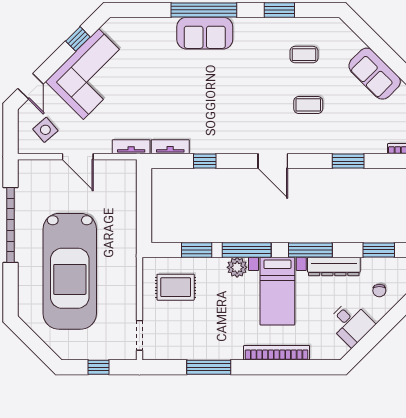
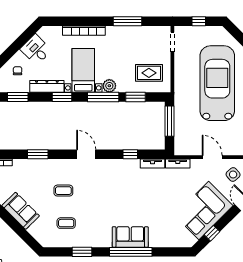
window: (144, 213) -> (169, 121), added
window: (310, 250) -> (62, 97), width x0.69

